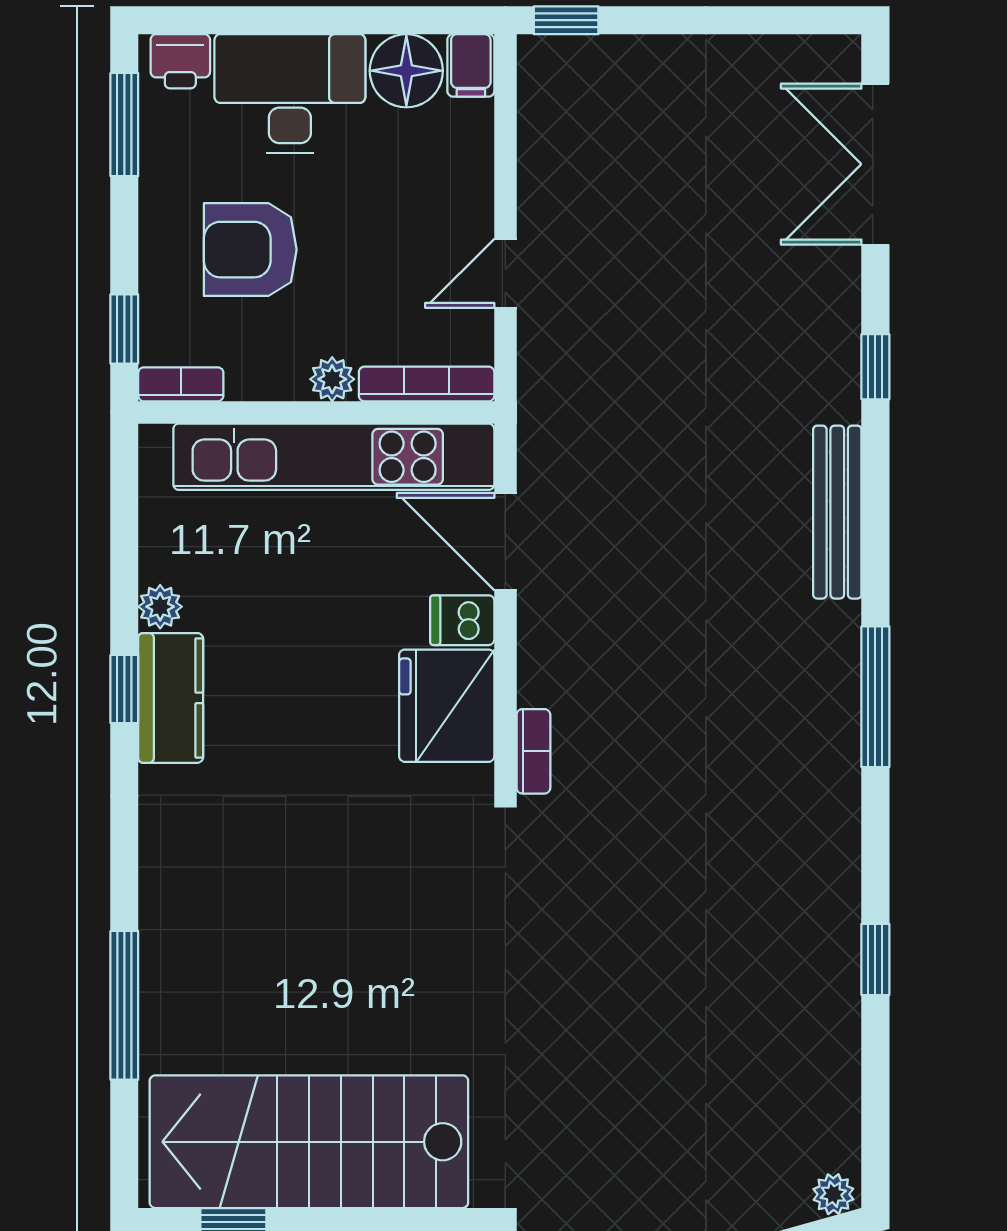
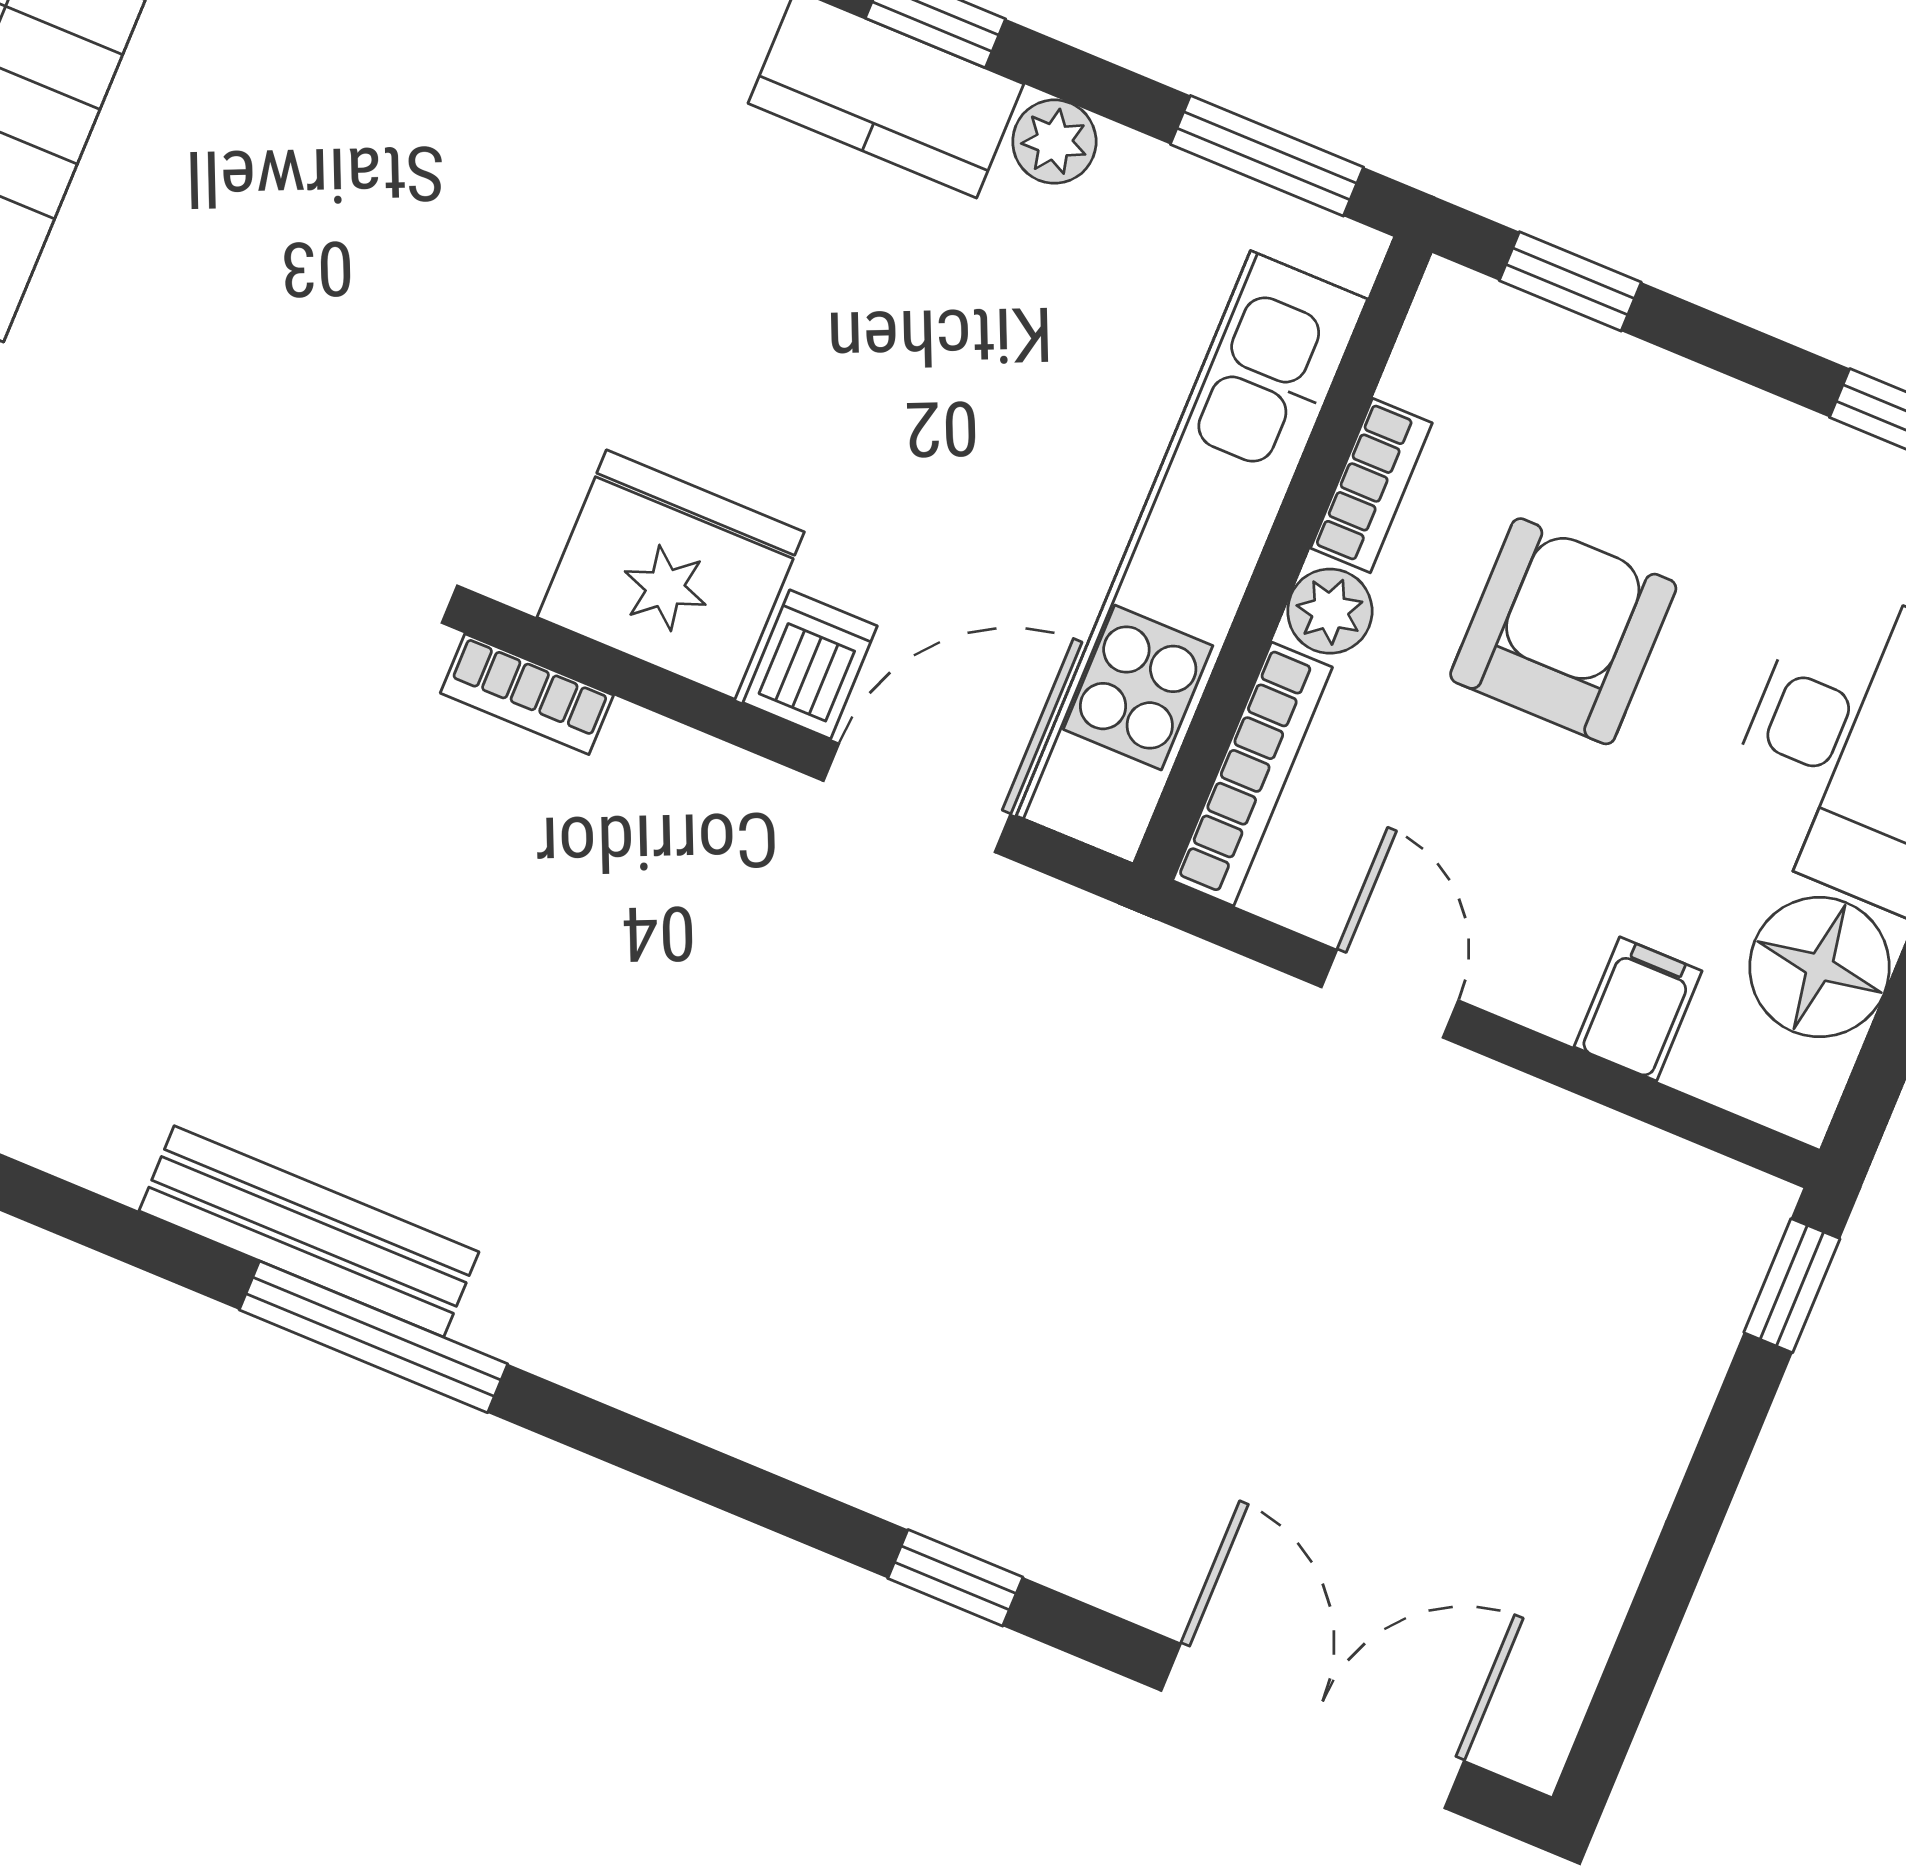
filing cabinet: (471, 65) -> (1638, 1009), moved, turned 90
armchair: (250, 250) -> (1563, 631), moved
bookcase: (181, 384) -> (1371, 485), moved
window: (124, 501) -> (1267, 156), added
bench: (837, 512) -> (309, 1231), moved

